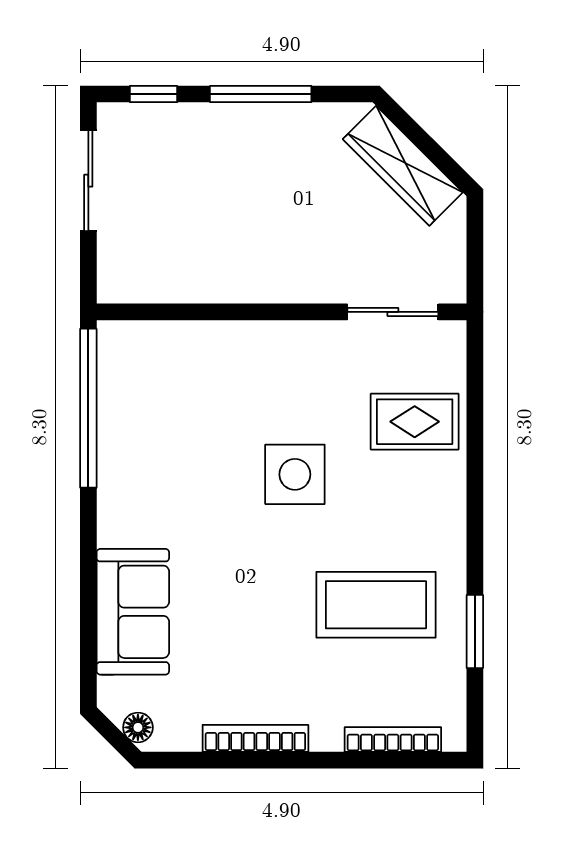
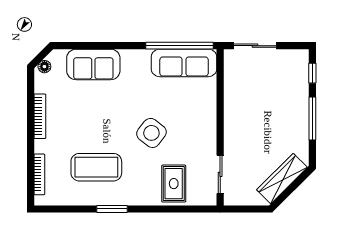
sliding door: (88, 181) -> (255, 46), moved
sofa: (129, 397) -> (184, 63), added
side table: (295, 474) -> (151, 133), turned 38
coffee table: (376, 605) -> (96, 167), turned 90
window: (475, 631) -> (112, 209), moved

